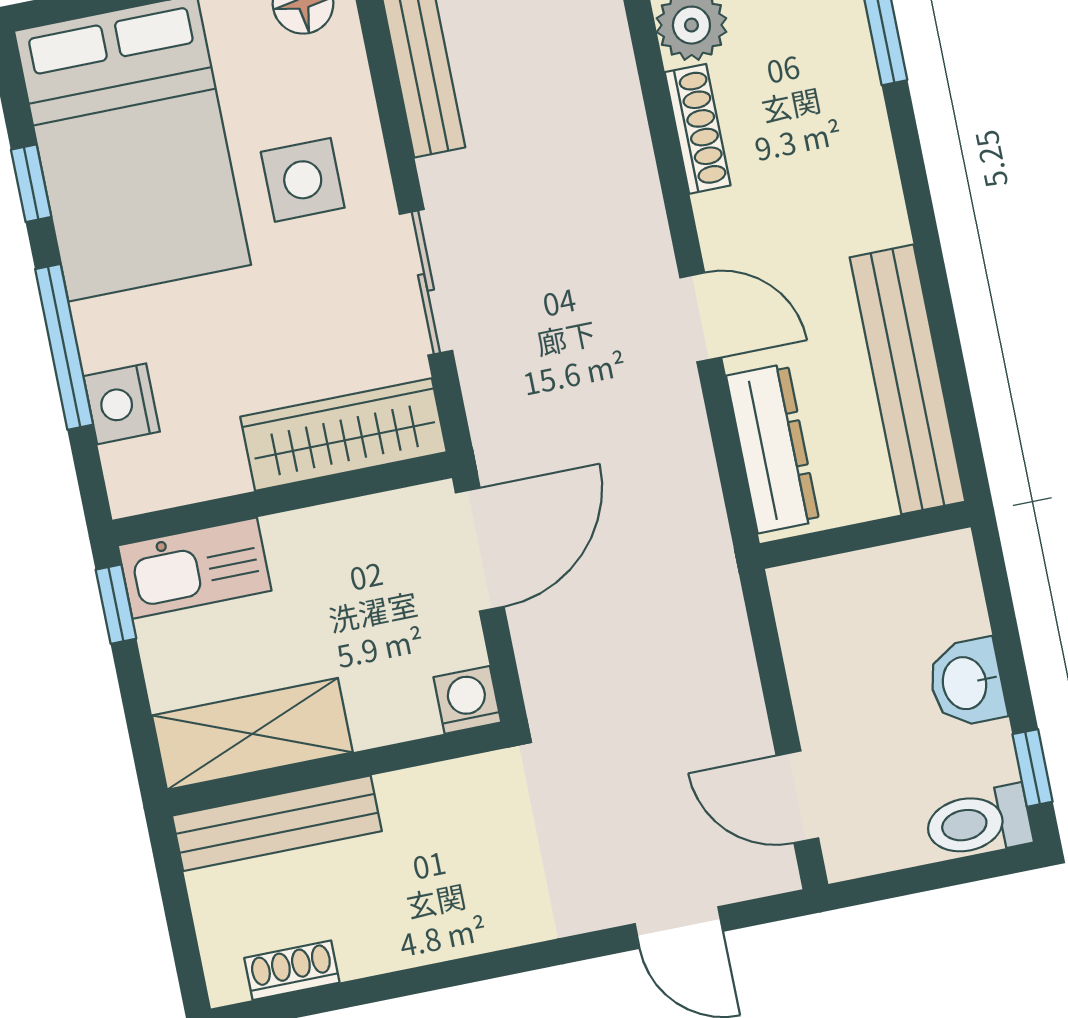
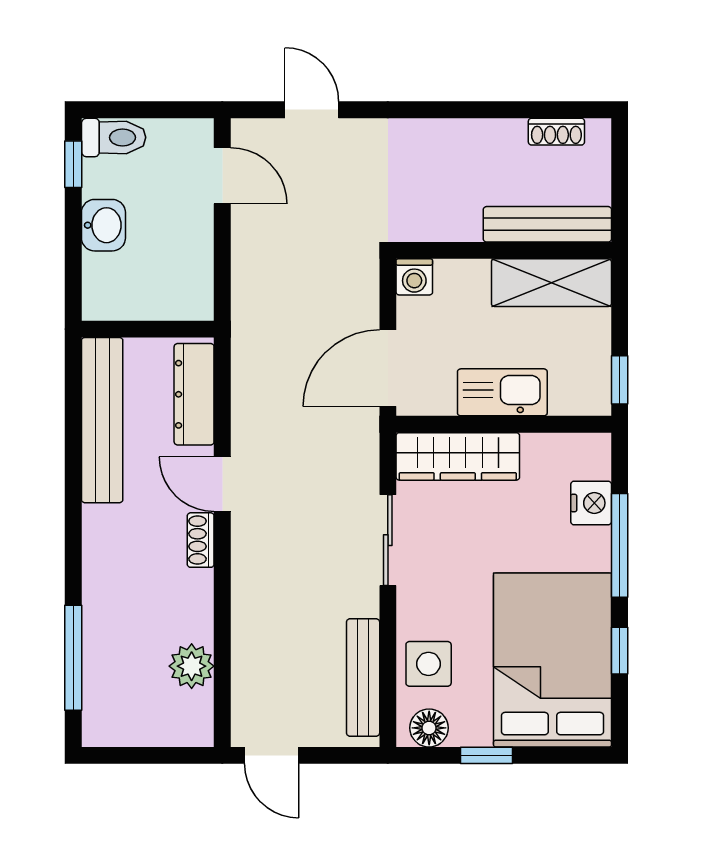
shoe rack: (698, 129) -> (201, 540), moved, width x0.70
side table: (303, 180) -> (429, 664), moved
kitchen sink: (195, 568) -> (502, 392), moved

